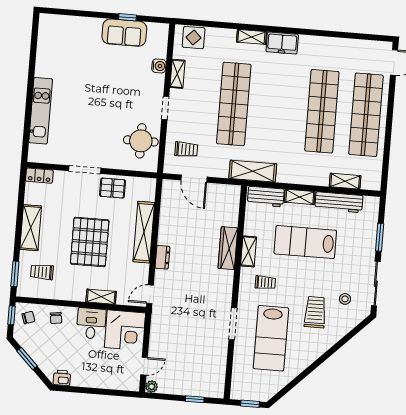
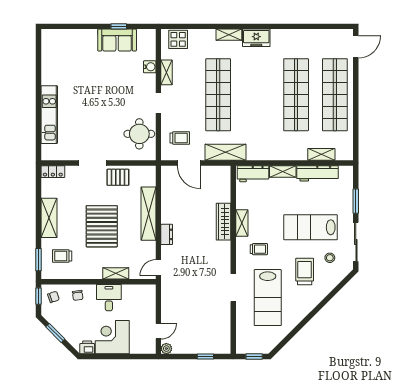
shelving: (253, 171) -> (226, 152), moved
lab bench: (305, 242) -> (310, 227), moved
corner desk: (125, 330) -> (112, 337), moved, turned 180

